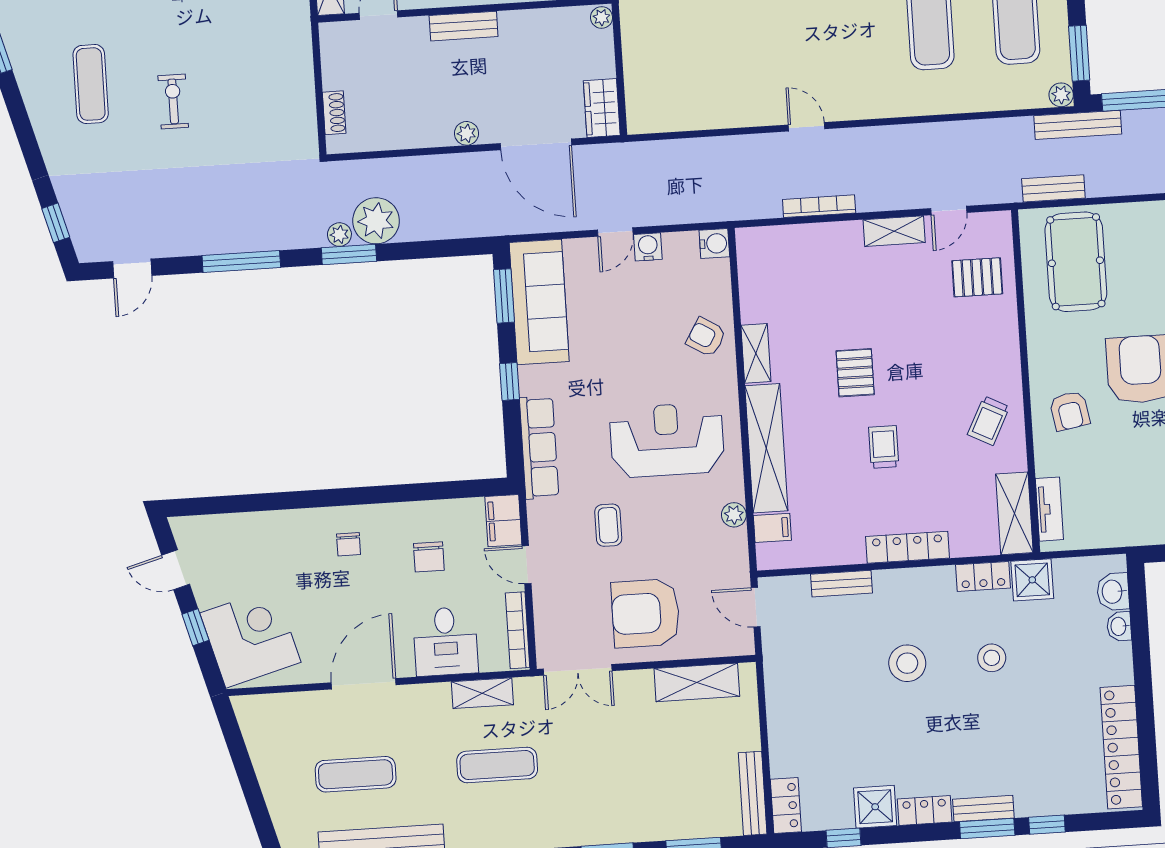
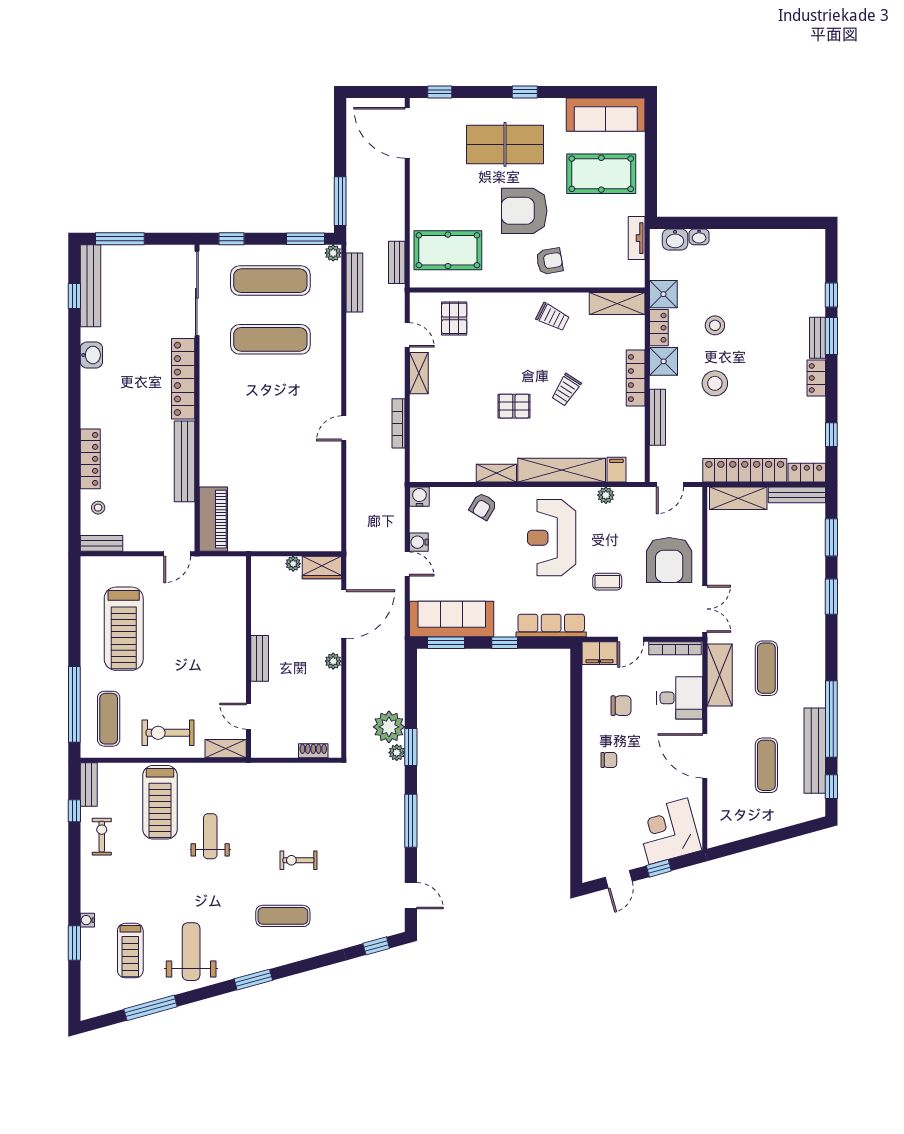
plant: (602, 17) -> (293, 564), moved
bench: (1078, 125) -> (354, 282), moved
trolley: (884, 447) -> (566, 390), turned -57
tv unit: (1049, 509) -> (637, 238), moved, turned -90
bench: (842, 584) -> (658, 417), width x1.36
shelving: (697, 682) -> (738, 498), moved, turned 90
shelving: (482, 693) -> (720, 675), width x1.50, depth x1.33
locker: (1121, 747) -> (745, 470), moved, turned 180
shower: (875, 807) -> (664, 361), moved

